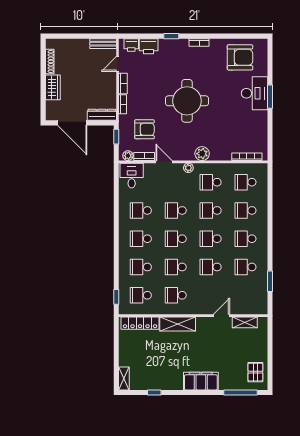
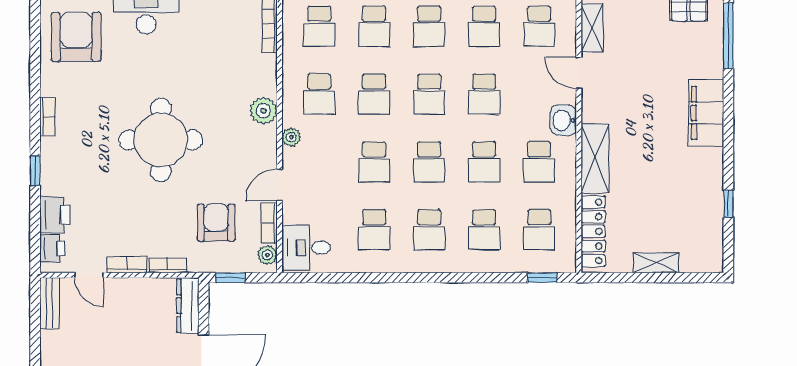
school desk: (245, 295) -> (539, 26), added
washbasin: (197, 308) -> (563, 120), added
shelving: (124, 378) -> (656, 263), moved

